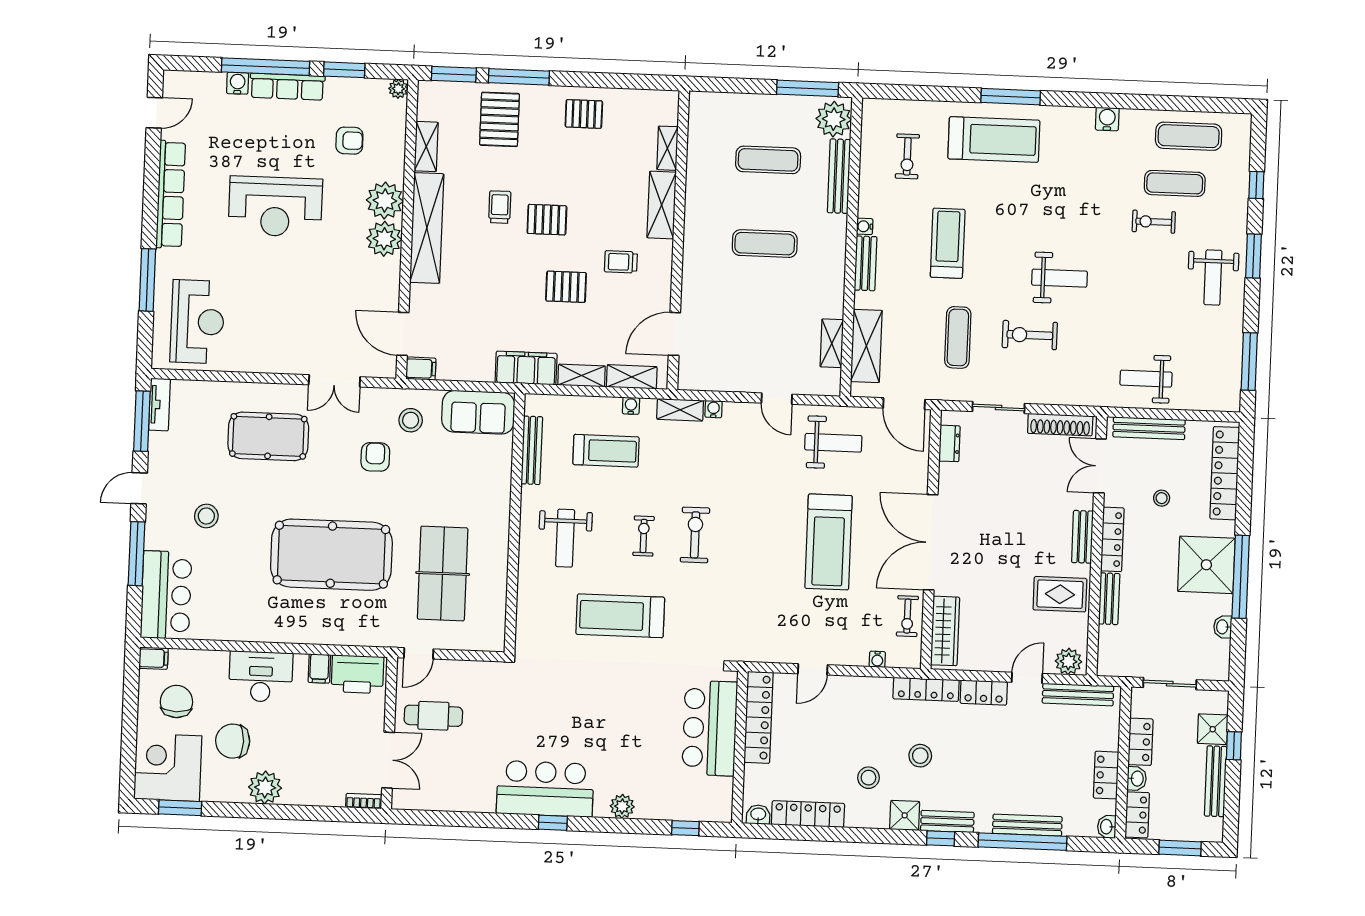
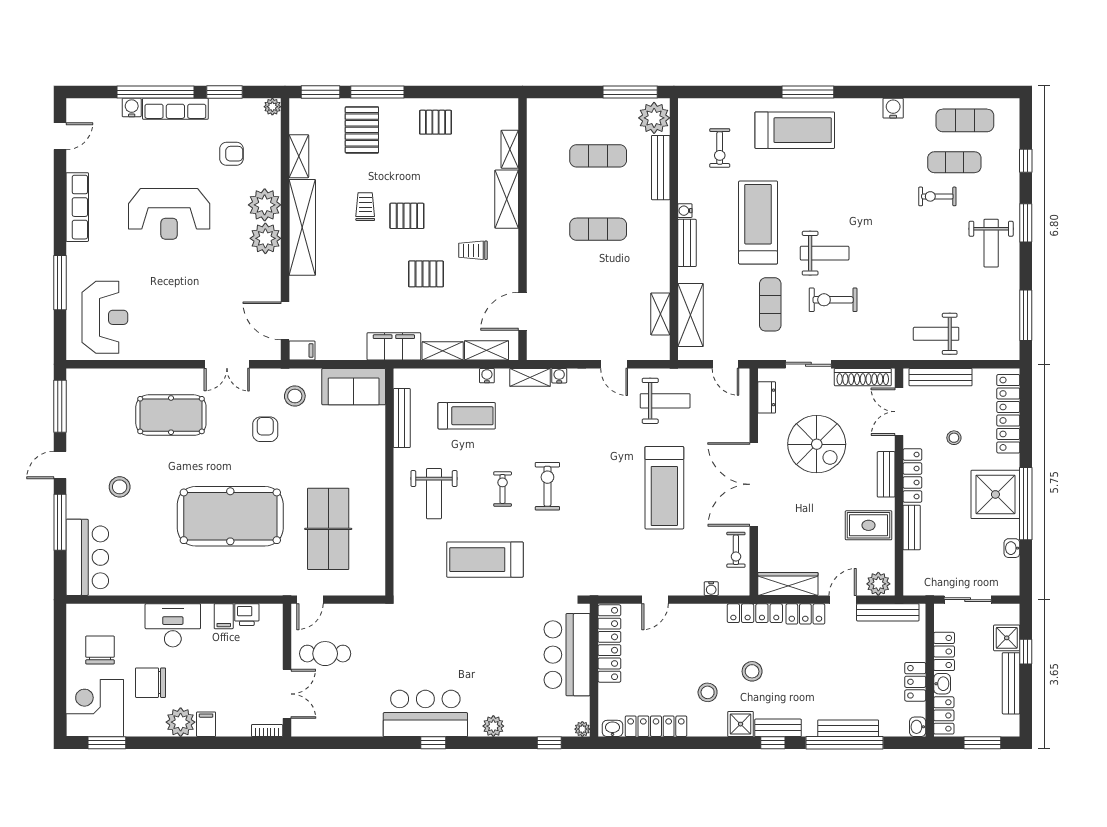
row of seats: (171, 194) -> (77, 207), width x0.73
treadmill: (948, 243) -> (758, 222), width x1.37, depth x1.38
weight bench: (1060, 278) -> (825, 253), moved
door: (904, 404) -> (726, 364), width x0.73
tv unit: (159, 405) -> (75, 391), removed
spiral stairs: (1005, 499) -> (817, 444), added
wardrobe: (945, 631) -> (788, 584), moved, turned -90
filing cabinet: (154, 658) -> (206, 724), moved, turned -90
printer: (357, 674) -> (247, 615), width x0.53, depth x0.68
plant: (724, 814) -> (582, 729), added

